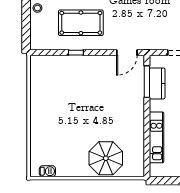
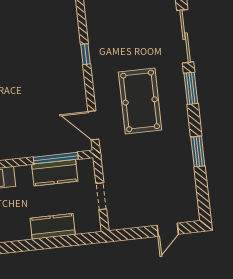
pool table: (81, 23) -> (140, 101), moved

